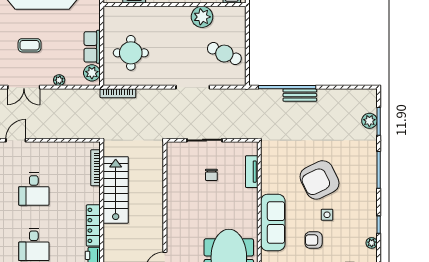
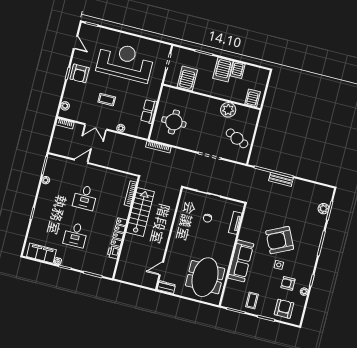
plant: (92, 73) -> (144, 129), removed
armchair: (314, 240) -> (288, 283), moved

